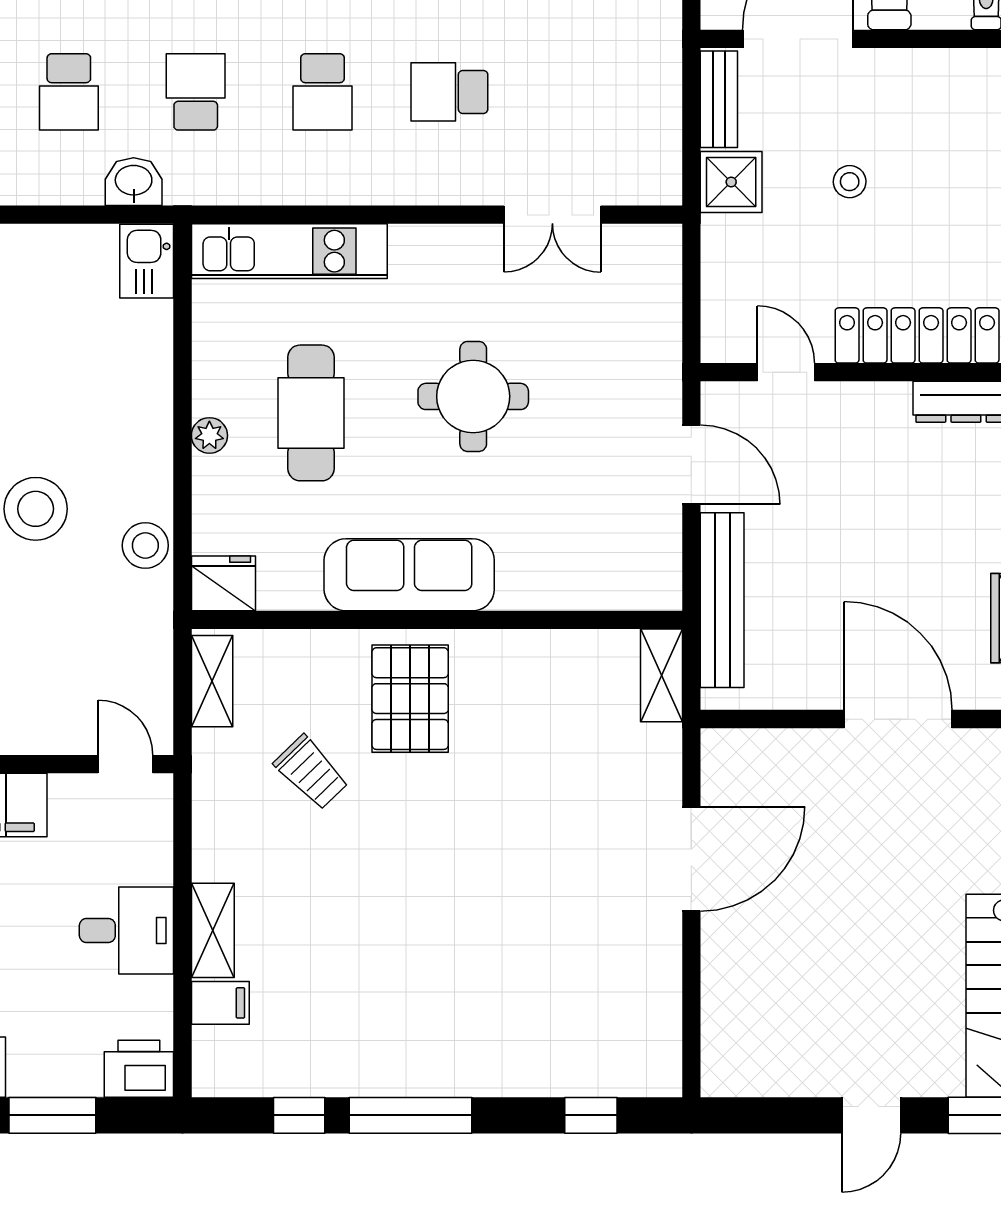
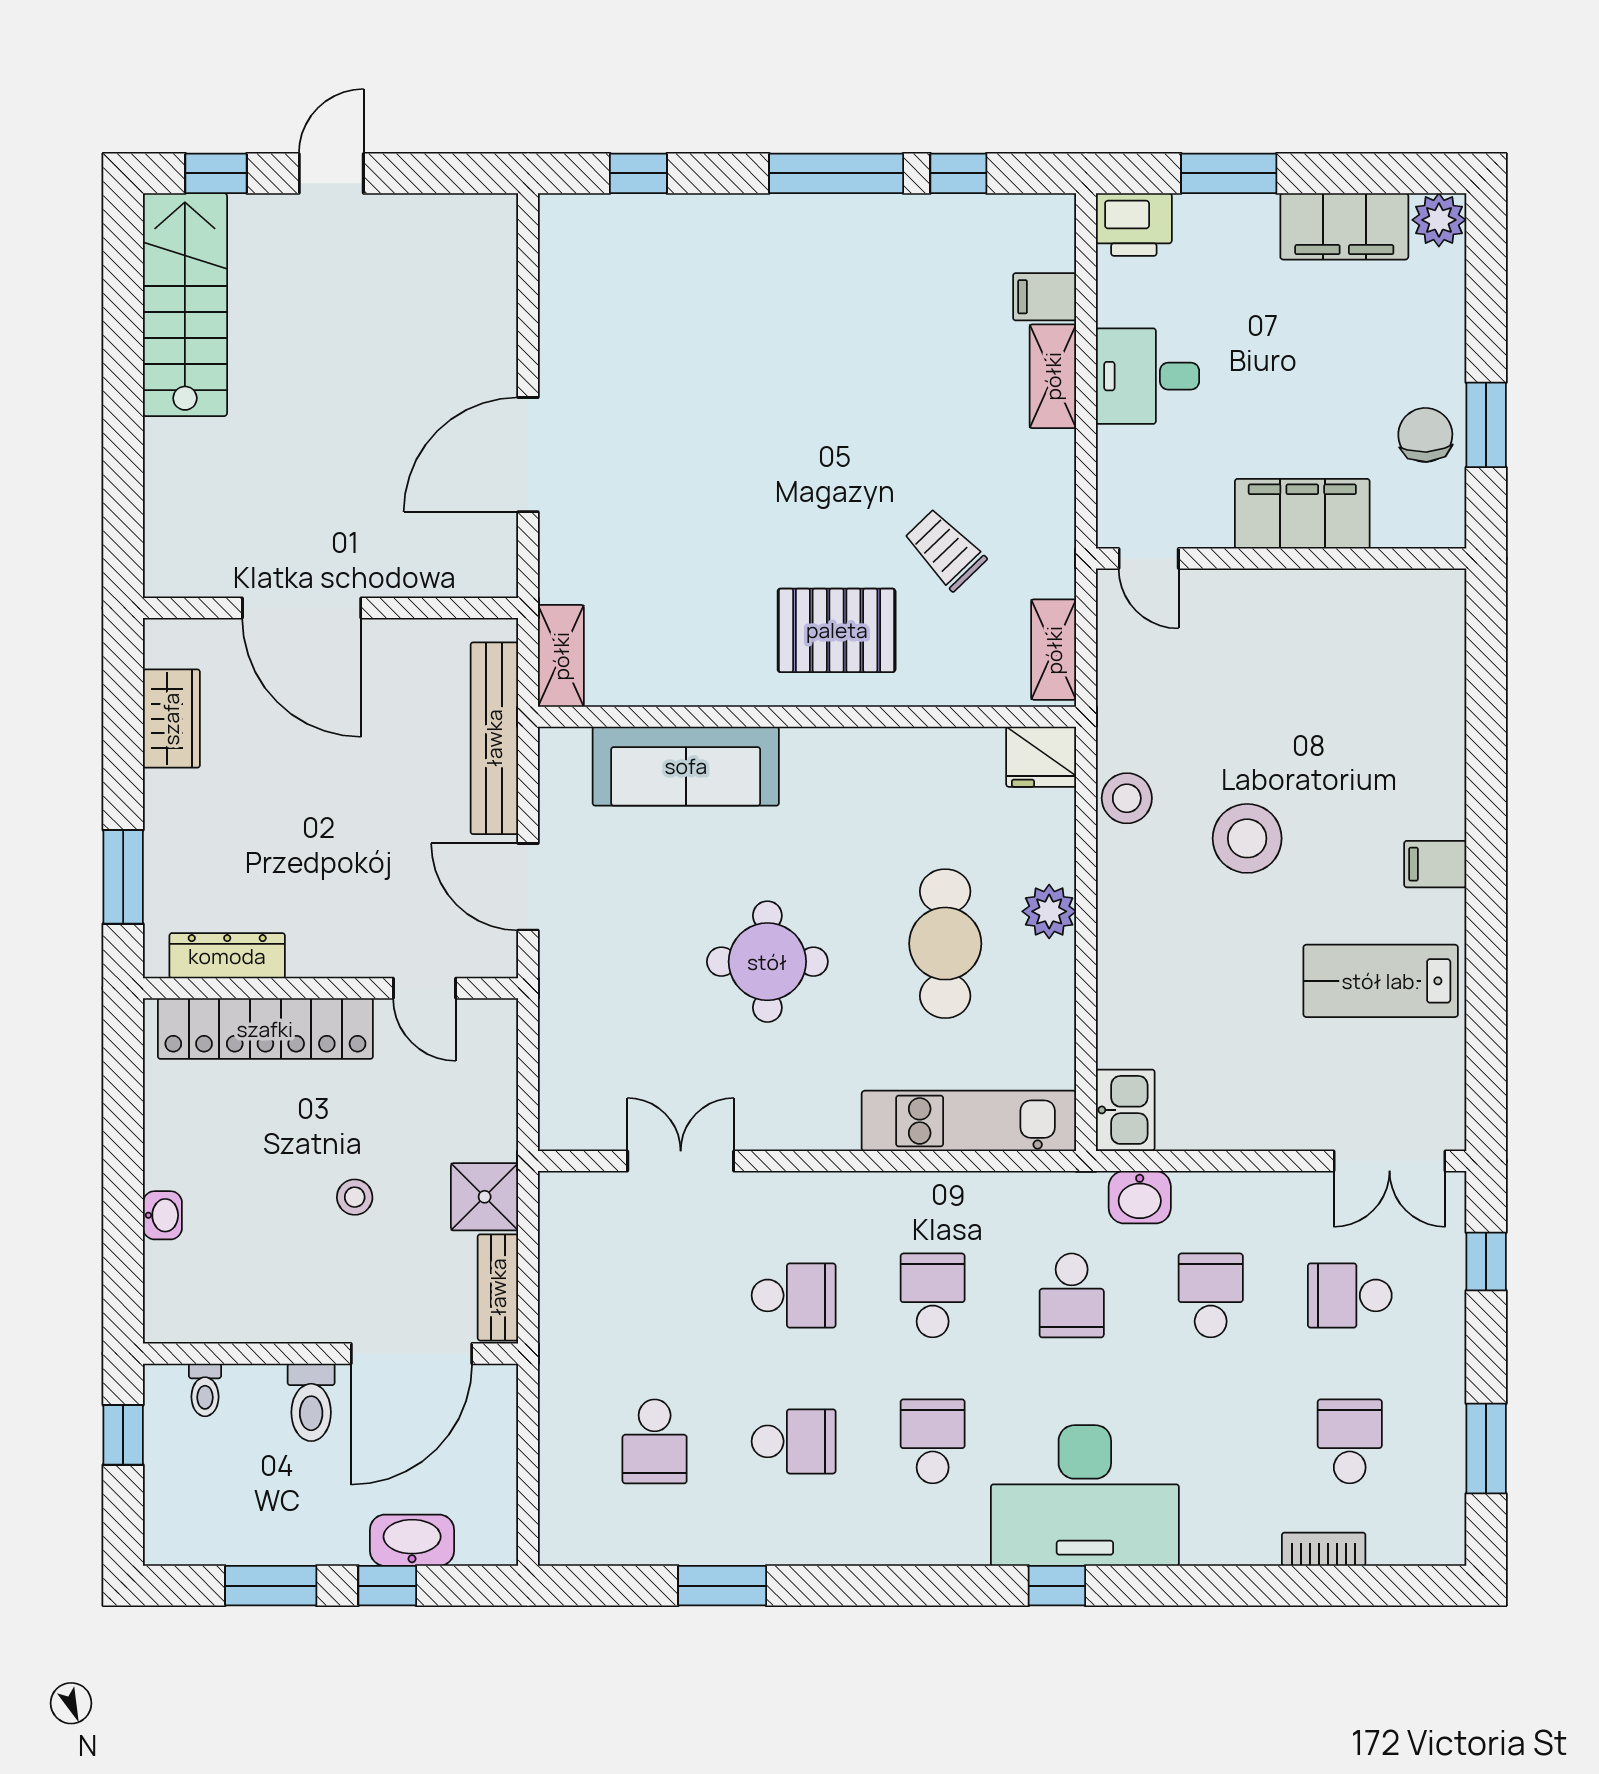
plant: (209, 435) -> (1049, 911), width x1.38, depth x1.38
sofa: (409, 575) -> (686, 766), moved
pallet: (410, 699) -> (837, 630), turned 90

